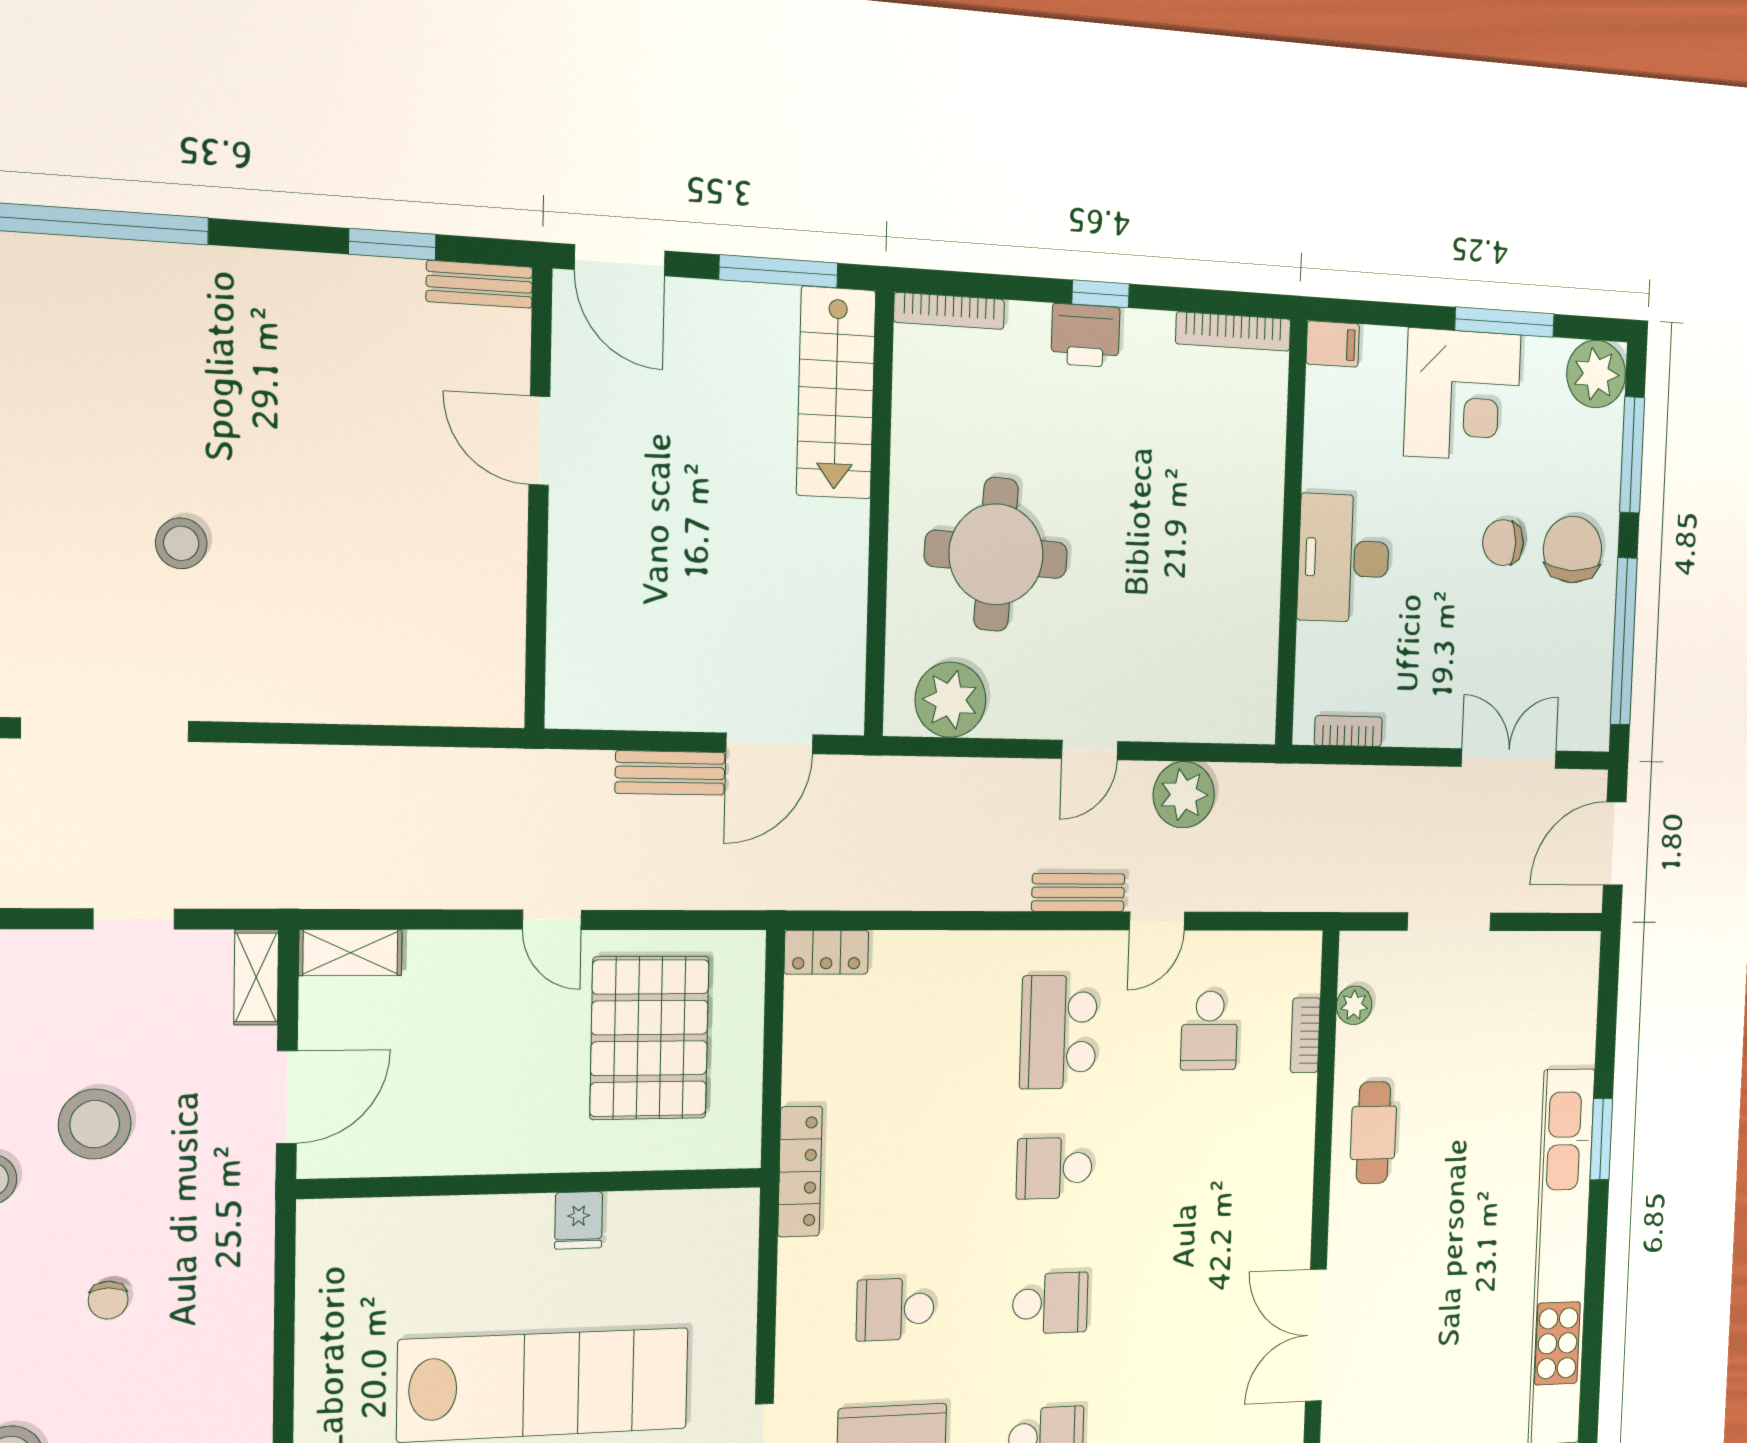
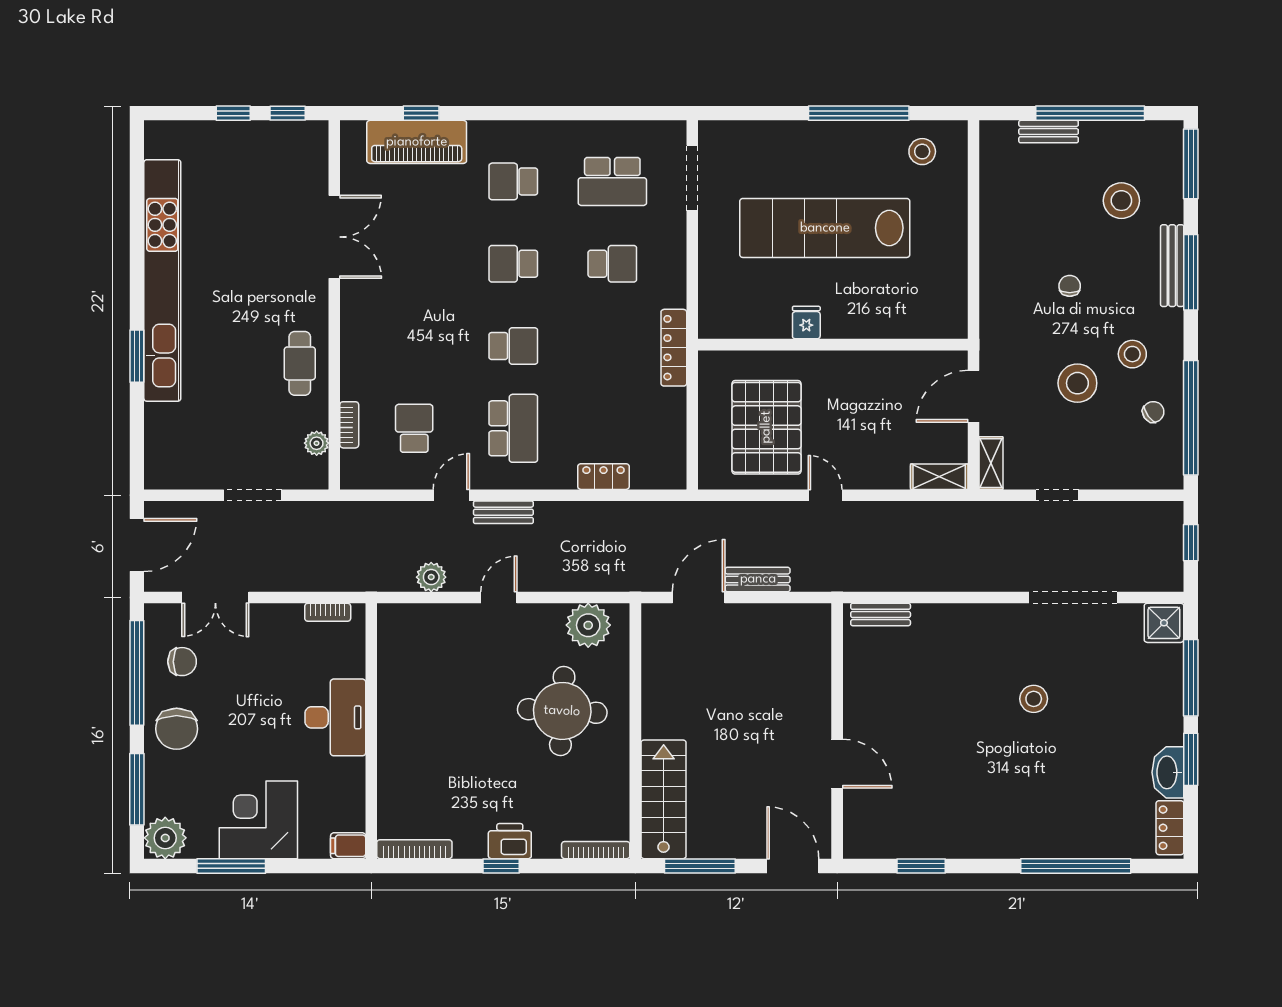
bench: (479, 284) -> (881, 614), moved
chair: (1503, 543) -> (182, 662), moved
plant: (1184, 795) -> (431, 577), width x0.73, depth x0.73
locker: (826, 952) -> (603, 477), moved

